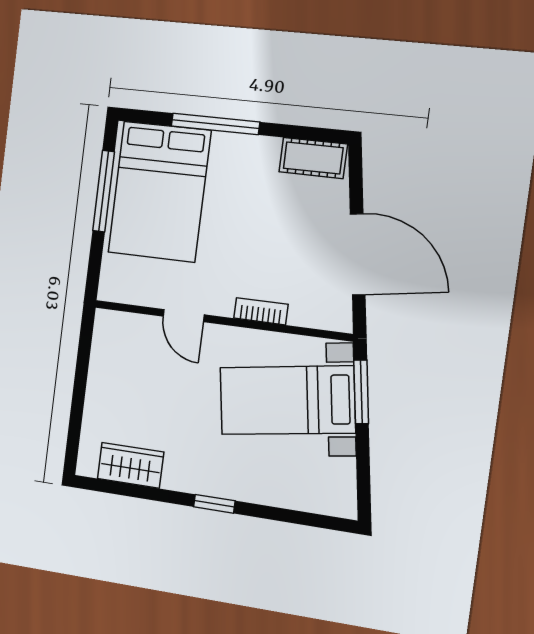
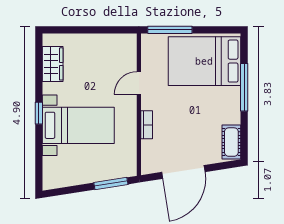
window: (104, 191) -> (170, 30), moved
bed with nightstands: (287, 400) -> (78, 125), moved, turned 99

